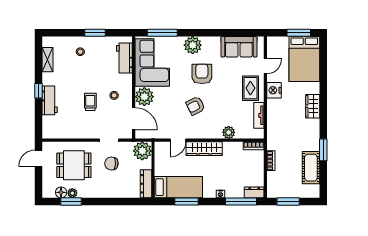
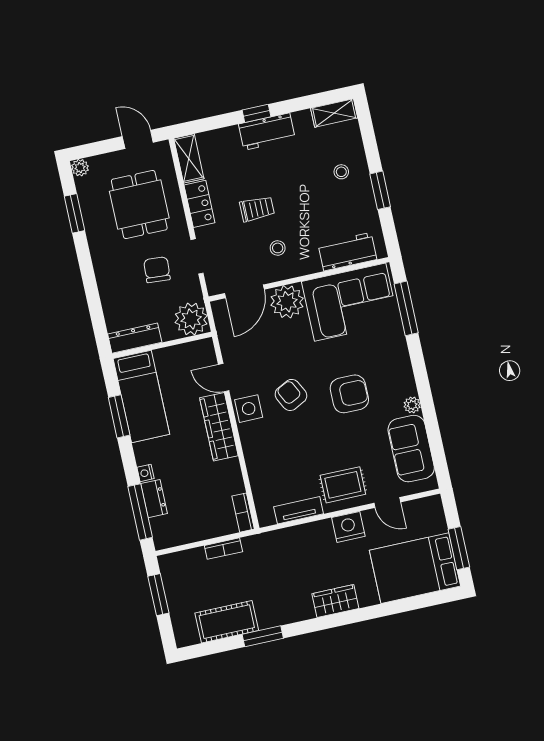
plant: (193, 45) -> (412, 405), moved, width x0.53, depth x0.53
shelving: (48, 60) -> (334, 113), moved
workbench: (50, 100) -> (267, 132), moved
side table: (198, 130) -> (249, 409), added
plant: (229, 132) -> (257, 464), removed
shelving: (55, 133) -> (189, 158), added
locker: (81, 133) -> (199, 204), added
floor lamp: (61, 192) -> (87, 192), removed
dresser: (254, 192) -> (154, 499), moved
plant: (72, 193) -> (80, 168), moved

